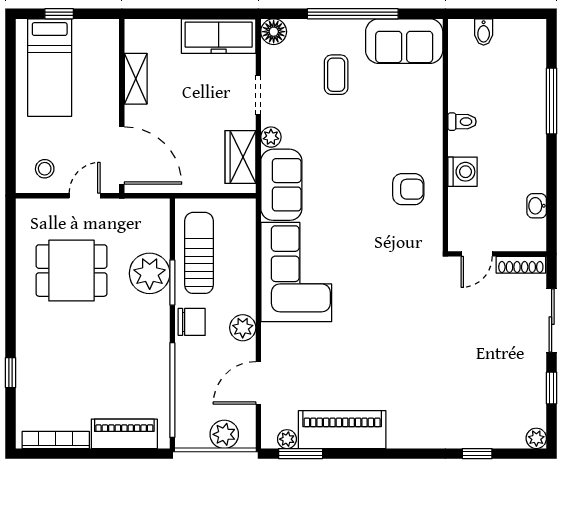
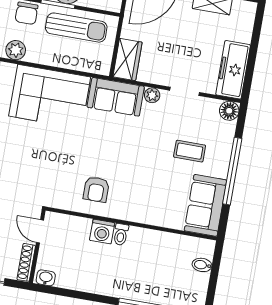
toilet: (462, 122) -> (121, 234), moved
wardrobe: (240, 157) -> (127, 59), moved, turned 90
washbasin: (537, 206) -> (46, 278), moved

